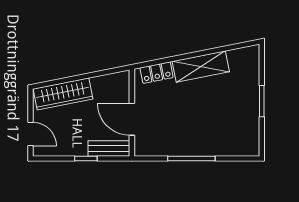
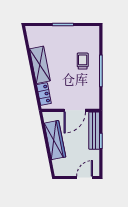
wardrobe: (63, 94) -> (55, 140), moved
trolley: (206, 131) -> (83, 61), added
bench: (109, 149) -> (94, 131), width x1.36

